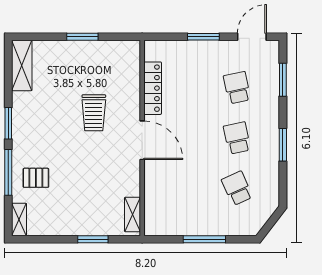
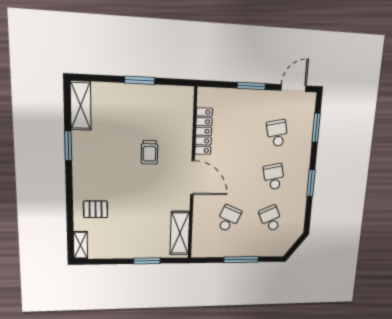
trolley: (94, 113) -> (149, 152), width x0.73, depth x0.72
window: (8, 123) -> (68, 146), moved
window: (8, 172) -> (70, 204), removed
school desk: (186, 188) -> (229, 219), added
shelving: (133, 214) -> (180, 233), width x1.50, depth x1.33

